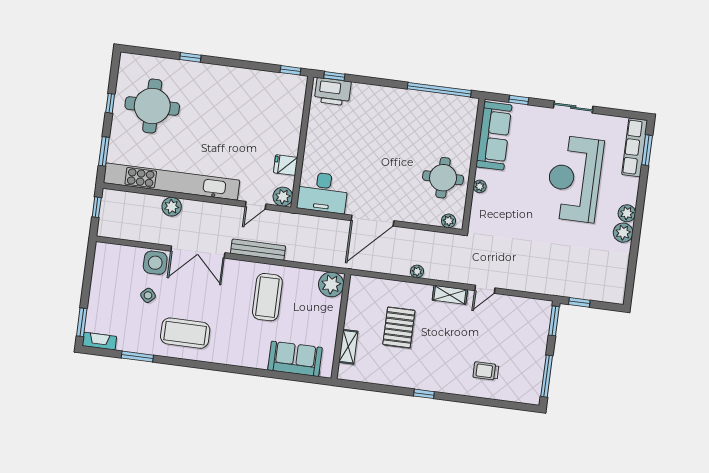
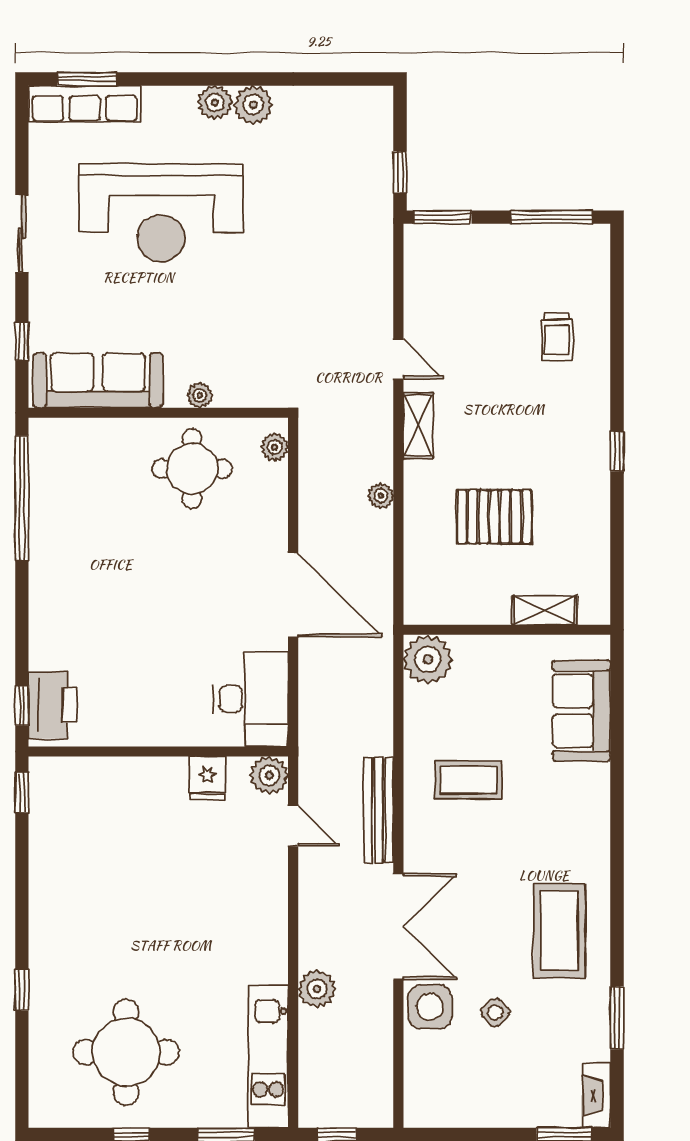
kitchen unit: (171, 182) -> (268, 1057), width x0.54
coffee table: (267, 297) -> (469, 780), width x0.73, depth x0.76

